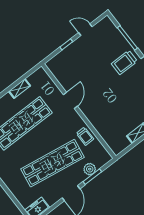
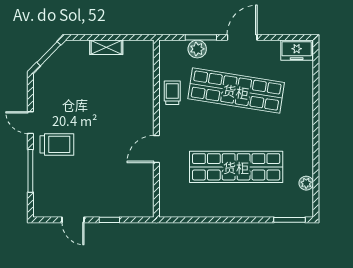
shelving: (20, 89) -> (206, 210), removed

